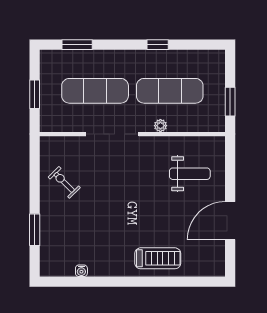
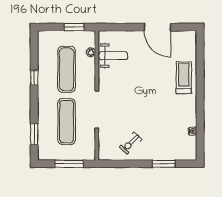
window: (35, 94) -> (69, 164), width x1.44
plant: (160, 126) -> (91, 52), moved
weight bench: (190, 174) -> (113, 56), moved, turned 90

